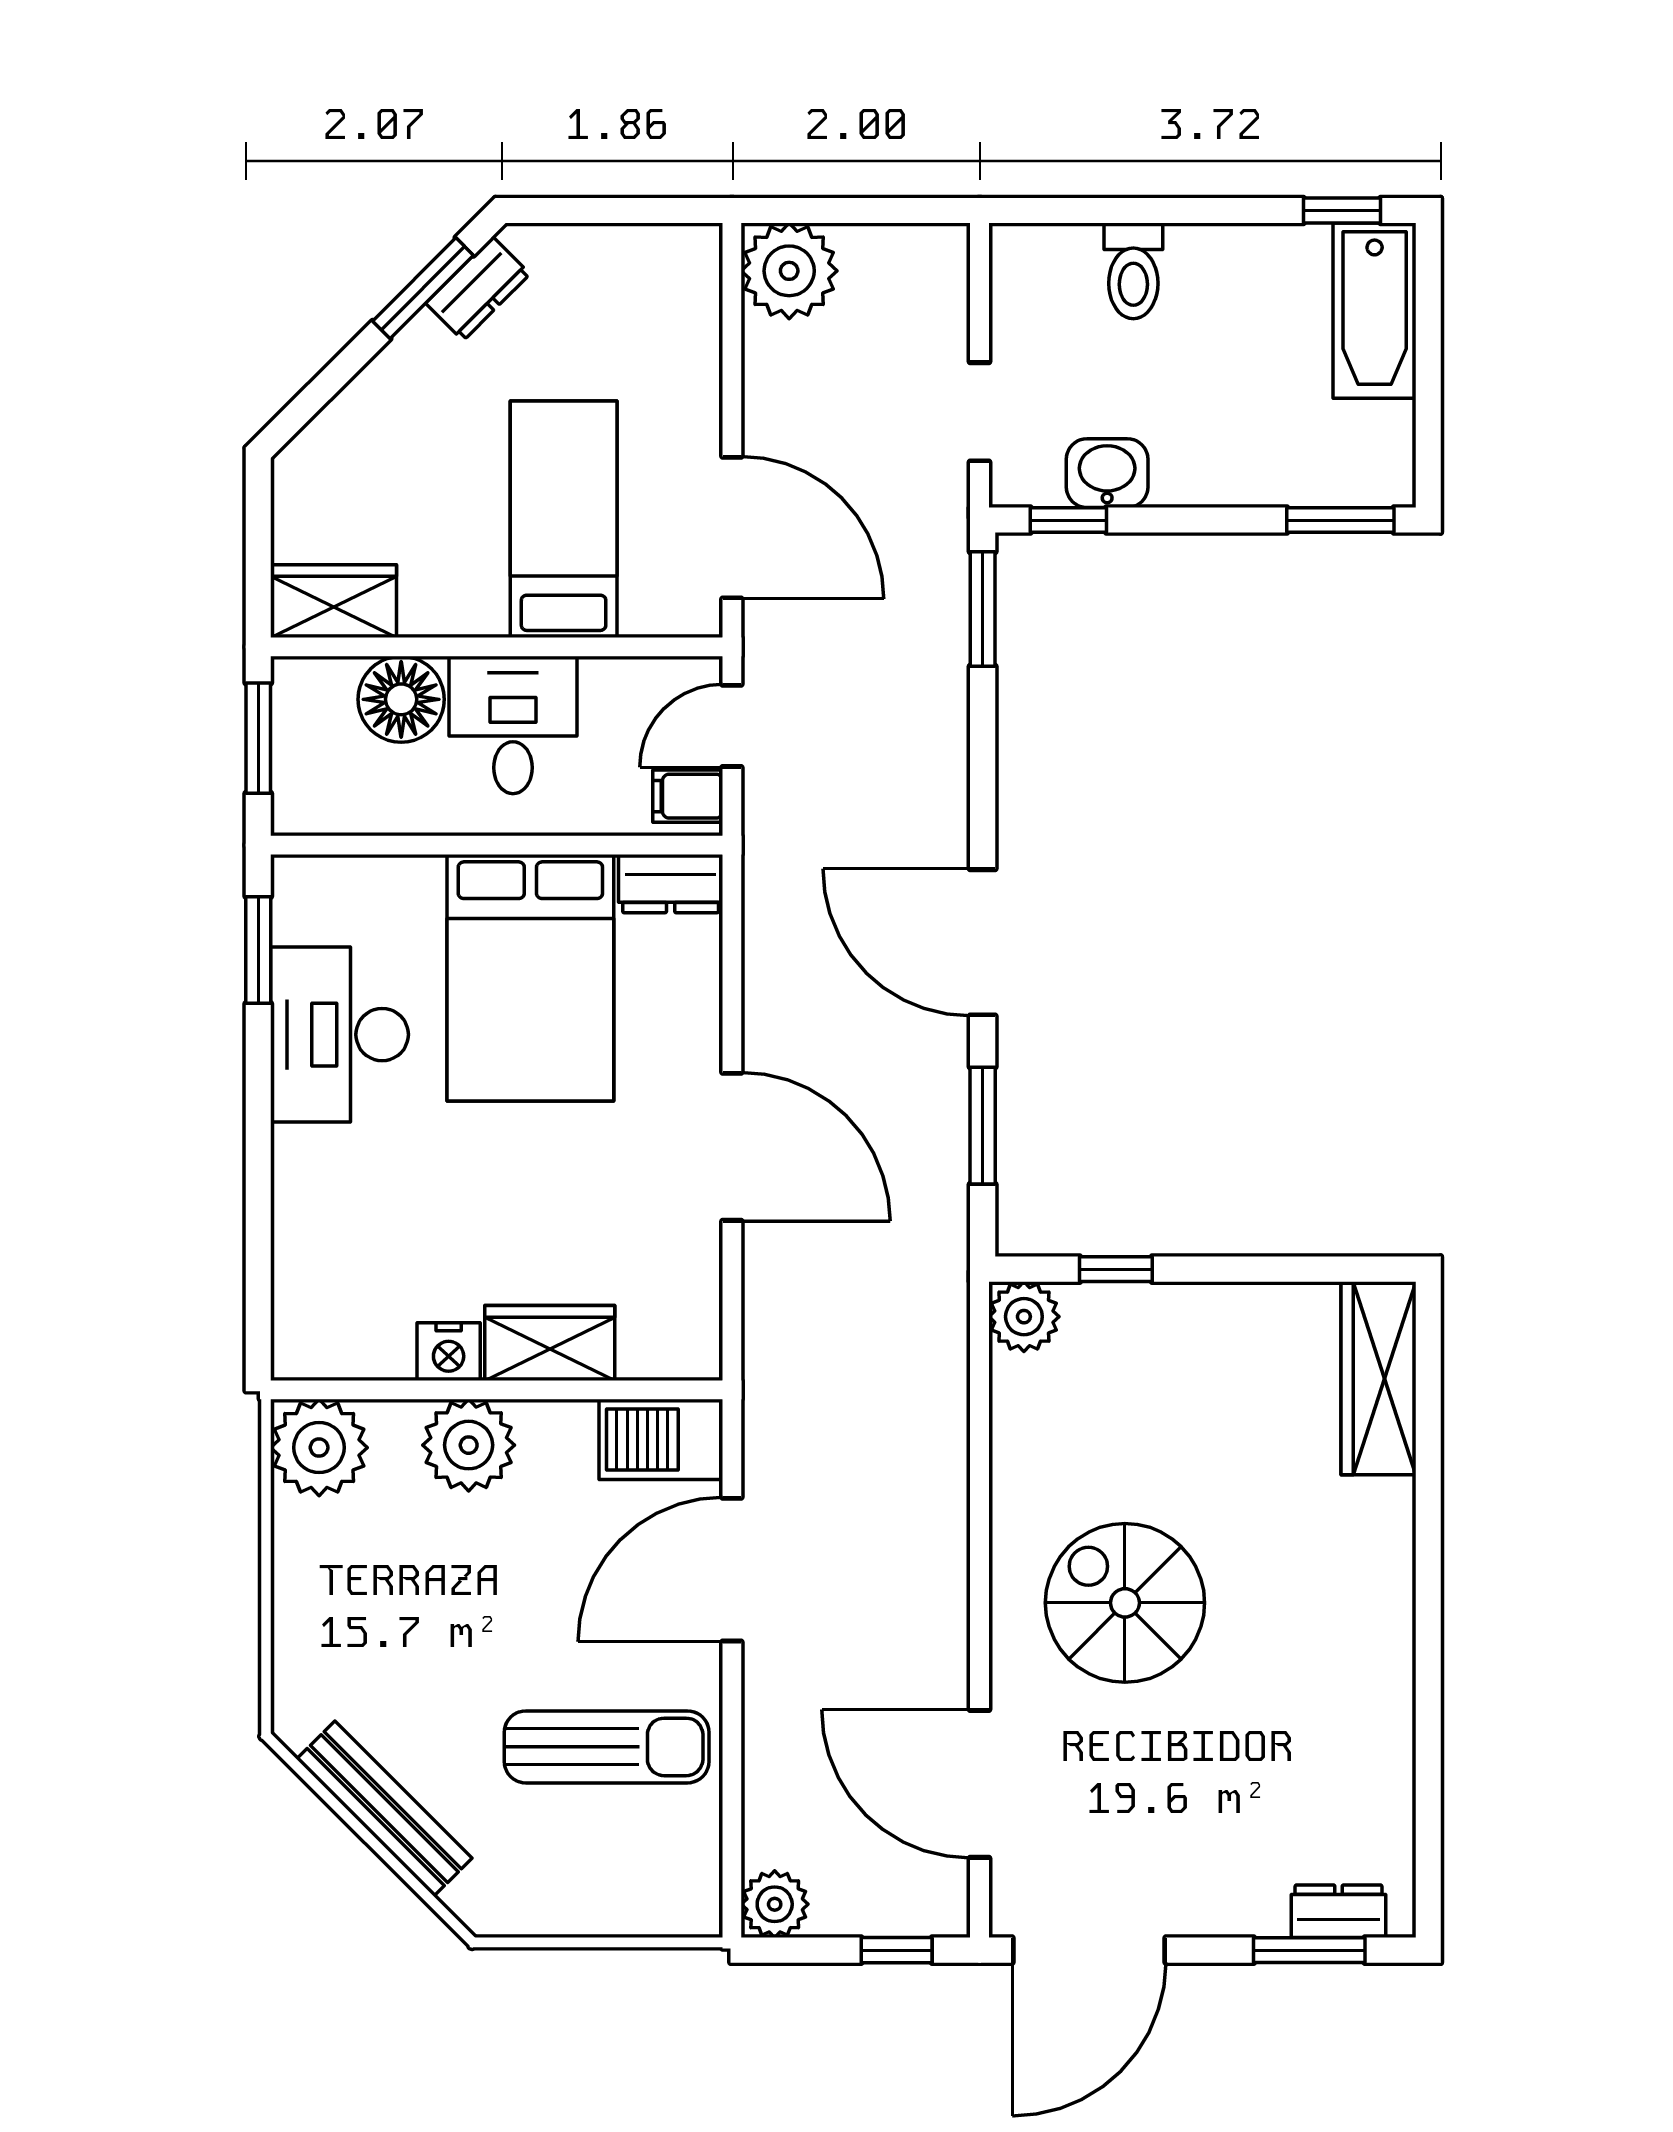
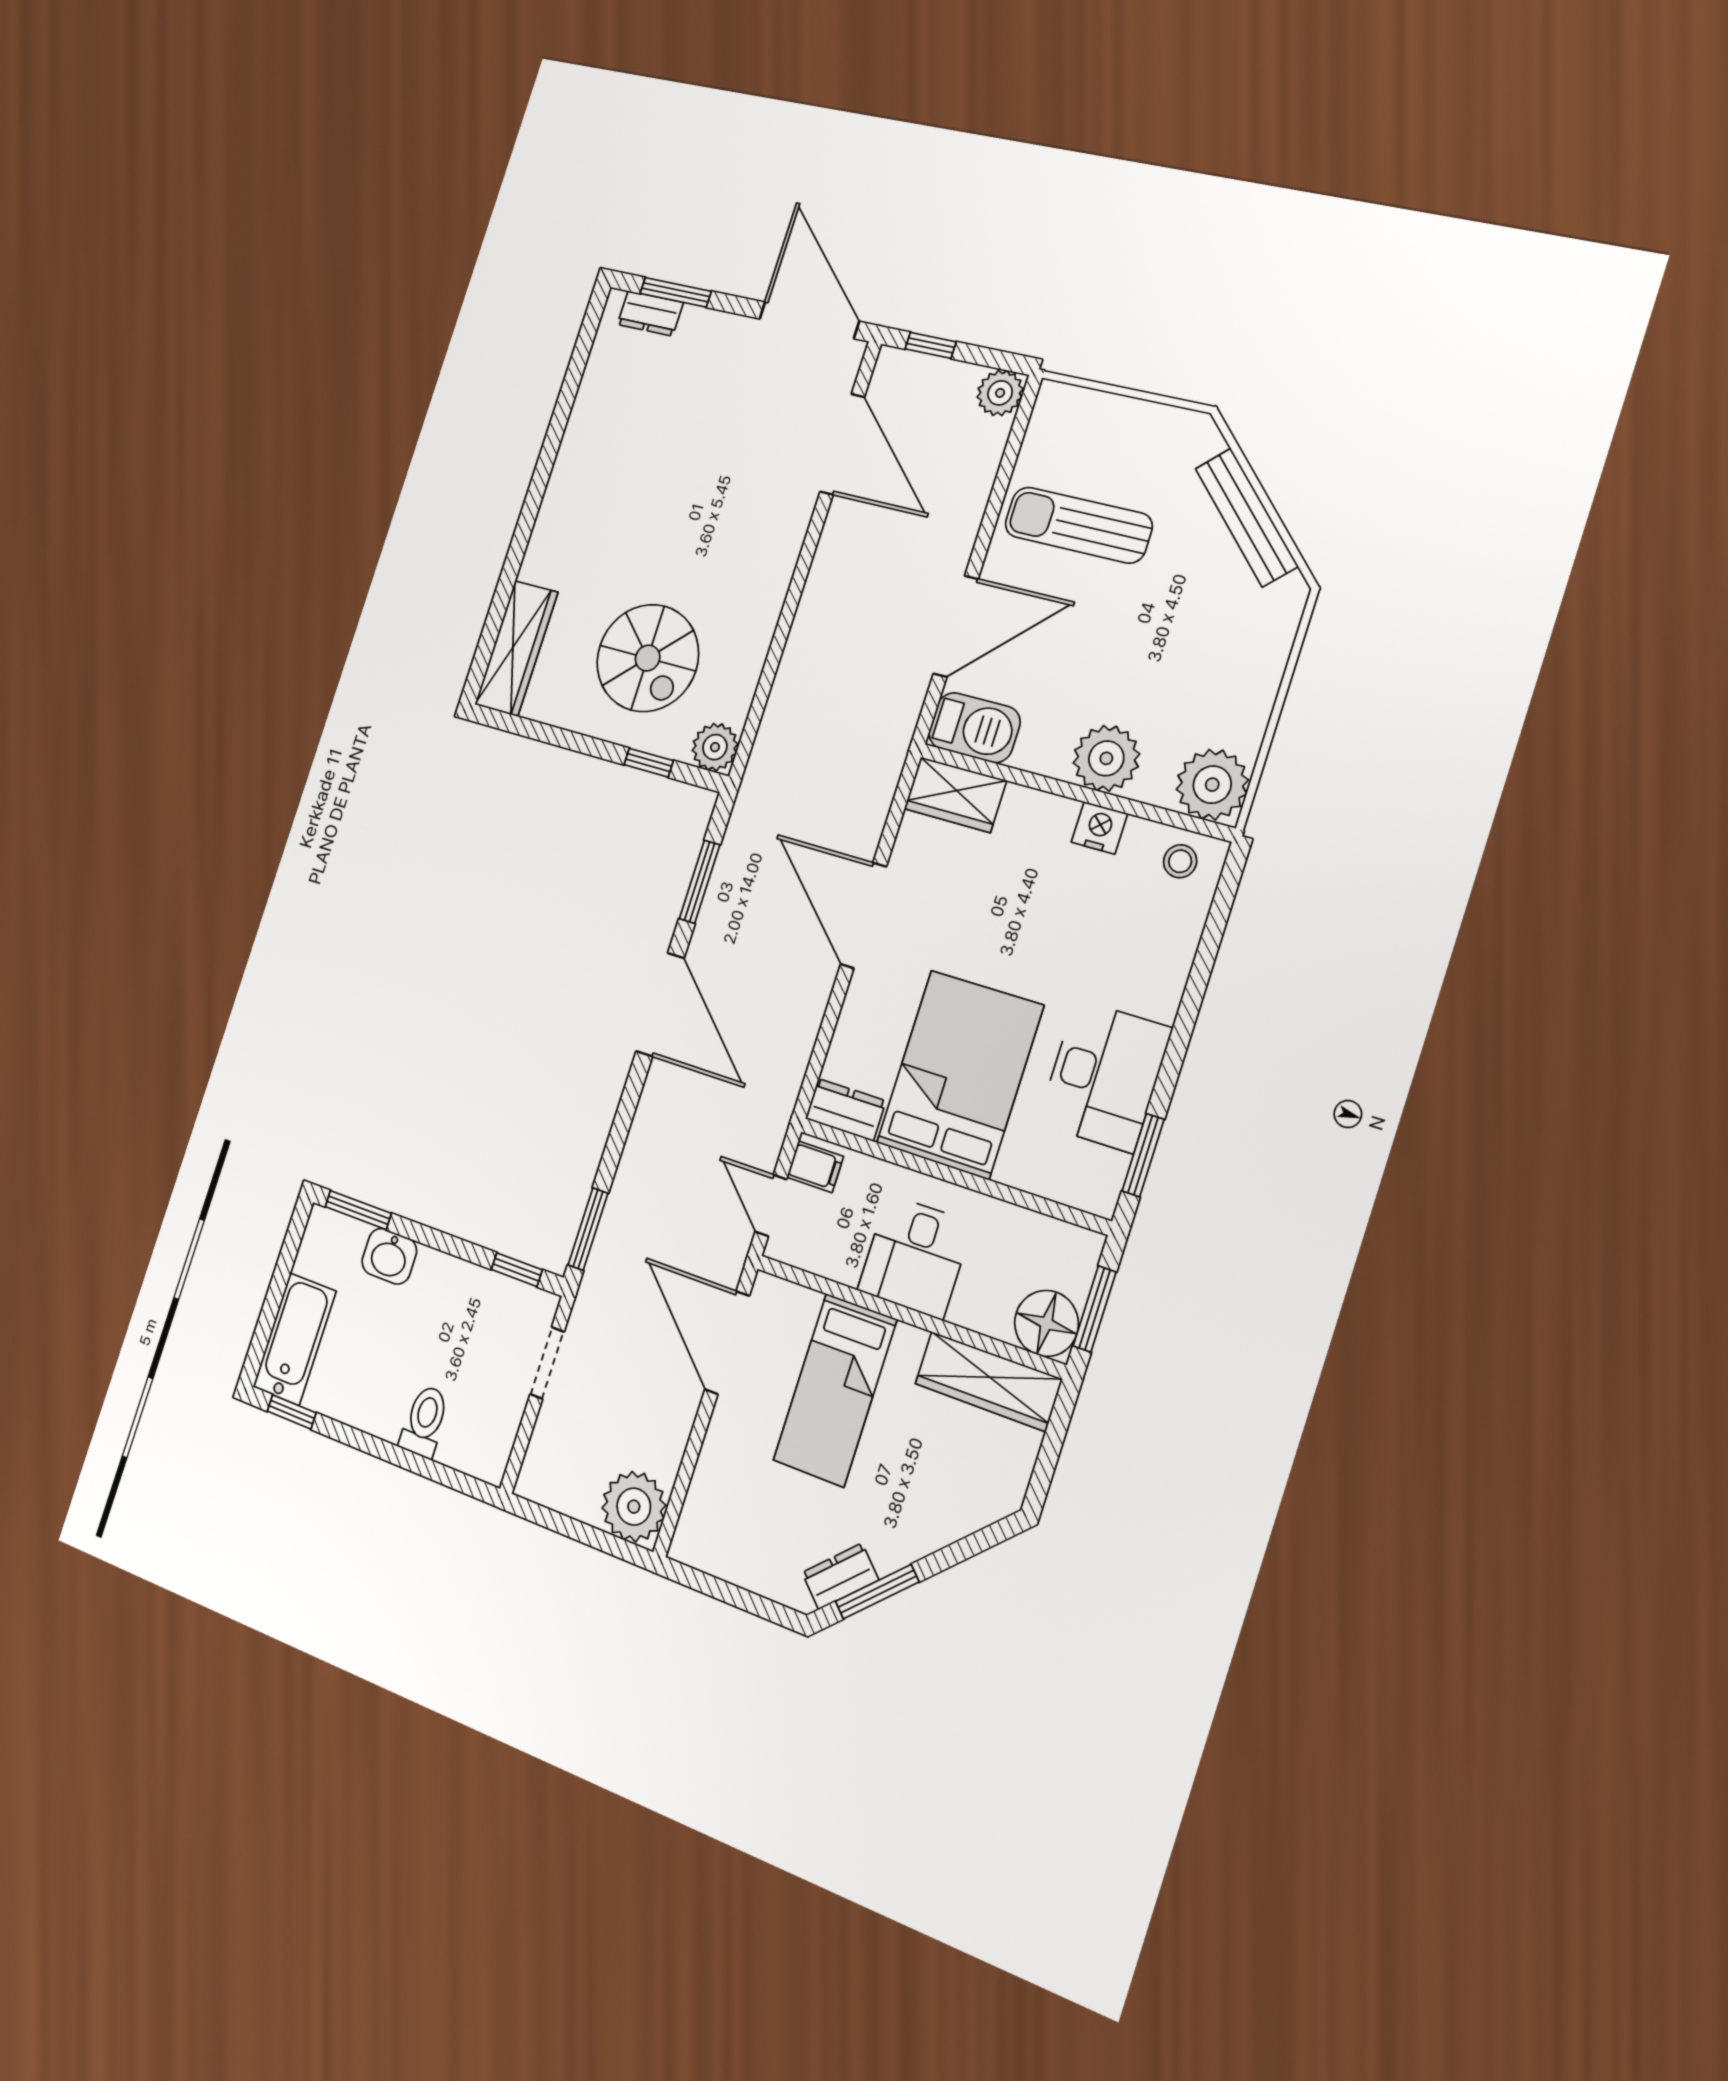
washbasin: (1107, 473) -> (389, 1256), moved
wardrobe: (334, 601) -> (988, 1381), width x1.50
floor lamp: (401, 699) -> (1046, 1323), moved
door: (732, 726) -> (771, 1205), swing flipped
stool: (329, 1337) -> (1180, 861), added
wardrobe: (550, 1343) -> (955, 795), moved
spiral stairs: (1125, 1603) -> (648, 658), moved
door: (1089, 1950) -> (809, 320), hinge flipped

